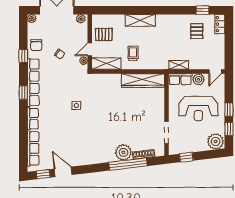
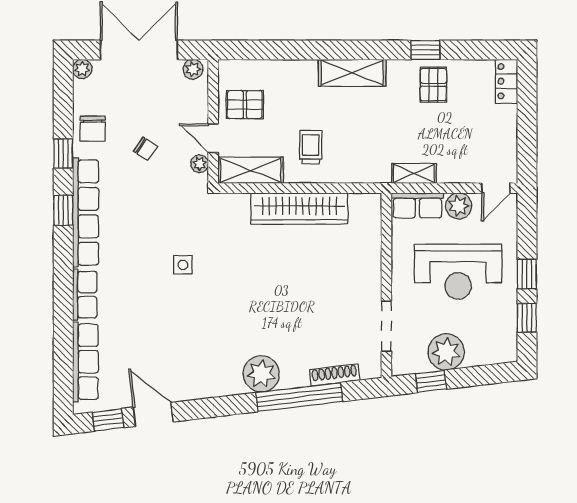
window: (203, 10) -> (425, 50), moved
shelving: (140, 20) -> (352, 73), moved
pallet: (197, 31) -> (433, 85), moved
door: (90, 49) -> (213, 138), hinge flipped
wardrobe: (143, 80) -> (299, 208), moved
window: (23, 92) -> (63, 210), moved
plant: (216, 141) -> (446, 352), moved
plant: (123, 152) -> (261, 374), moved

